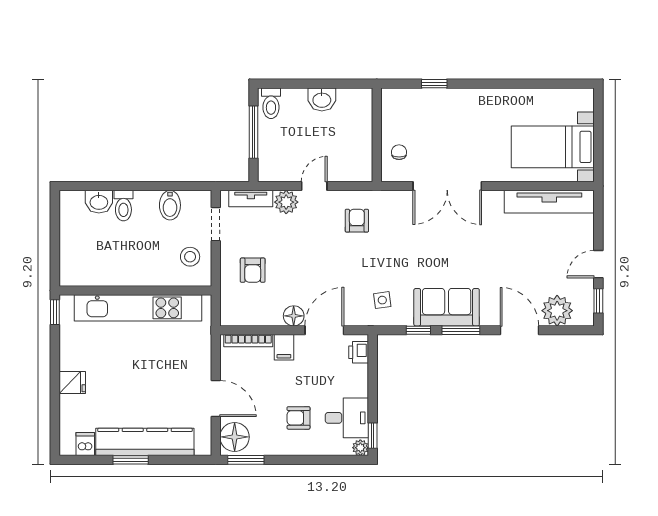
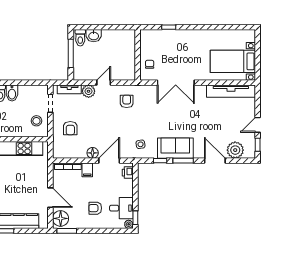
washbasin: (322, 99) -> (94, 36), moved
bidet: (170, 205) -> (12, 93), moved

